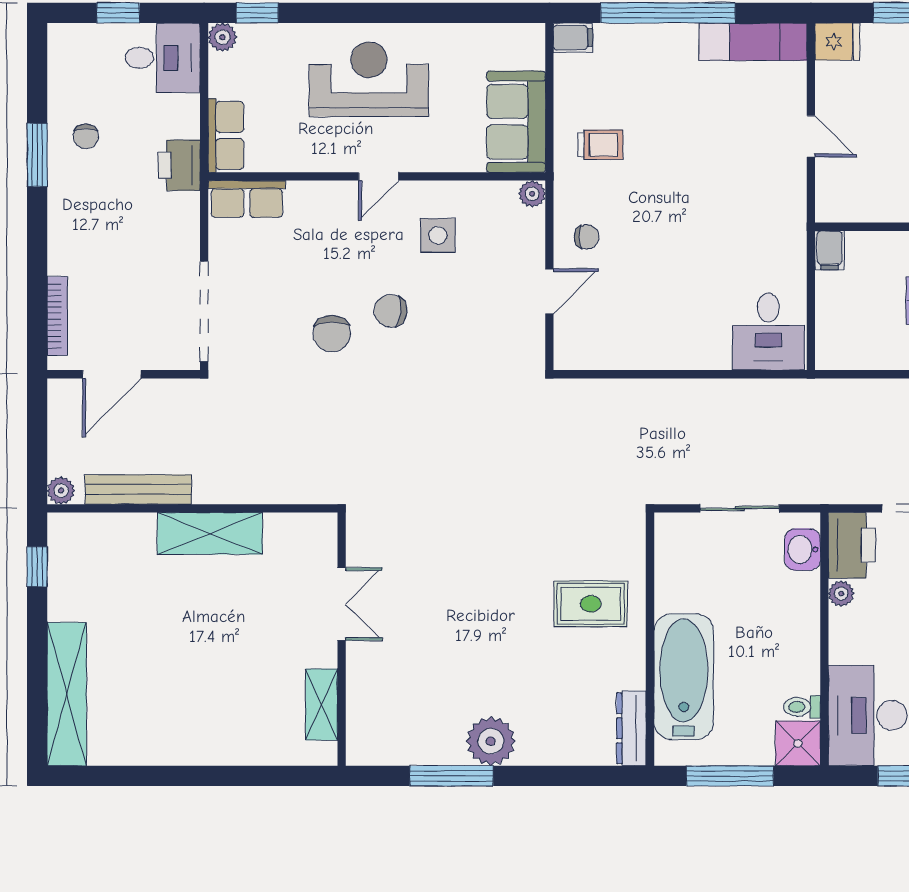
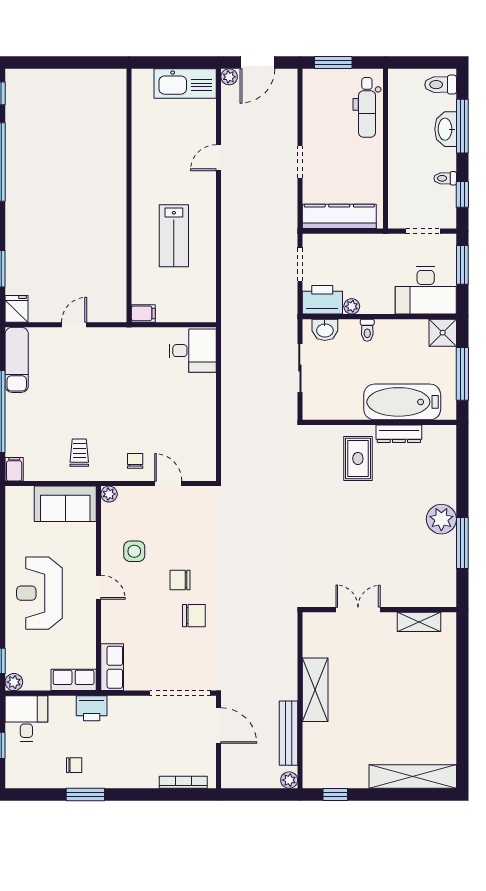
chair: (391, 311) -> (180, 580), turned 84
door: (112, 374) -> (219, 726), moved
toilet: (802, 707) -> (367, 330), moved
dresser: (631, 728) -> (399, 434), moved

